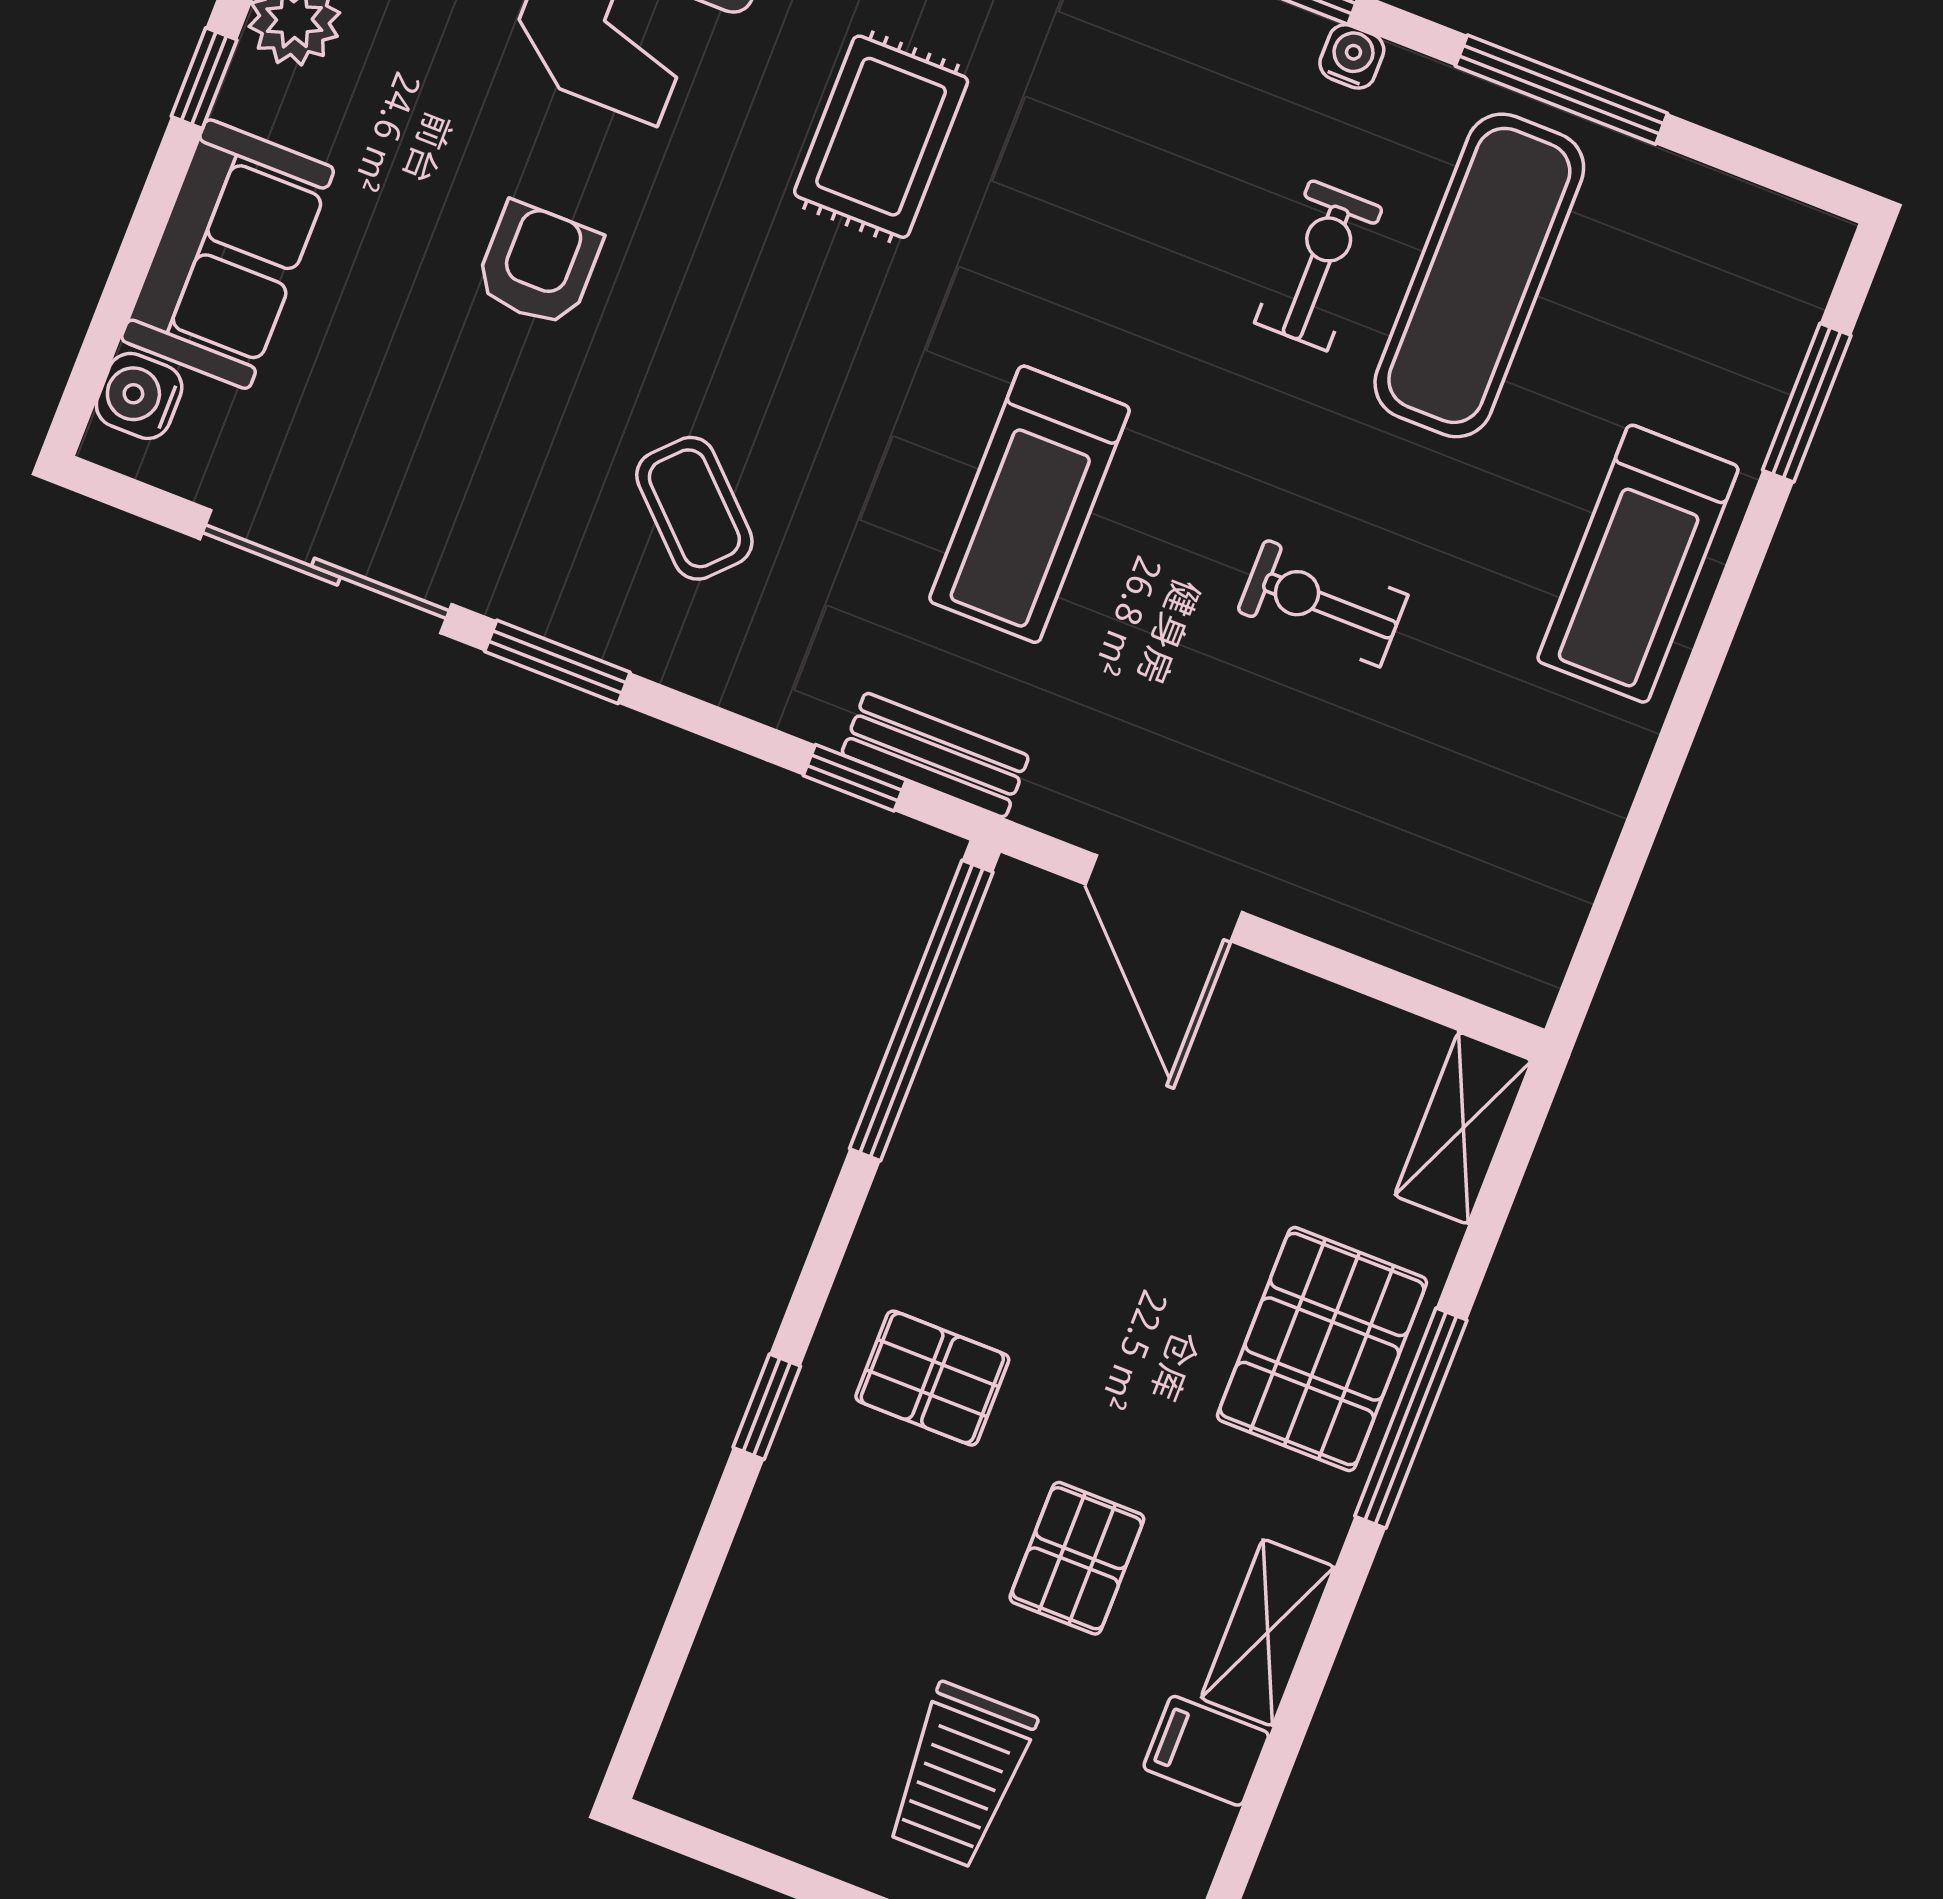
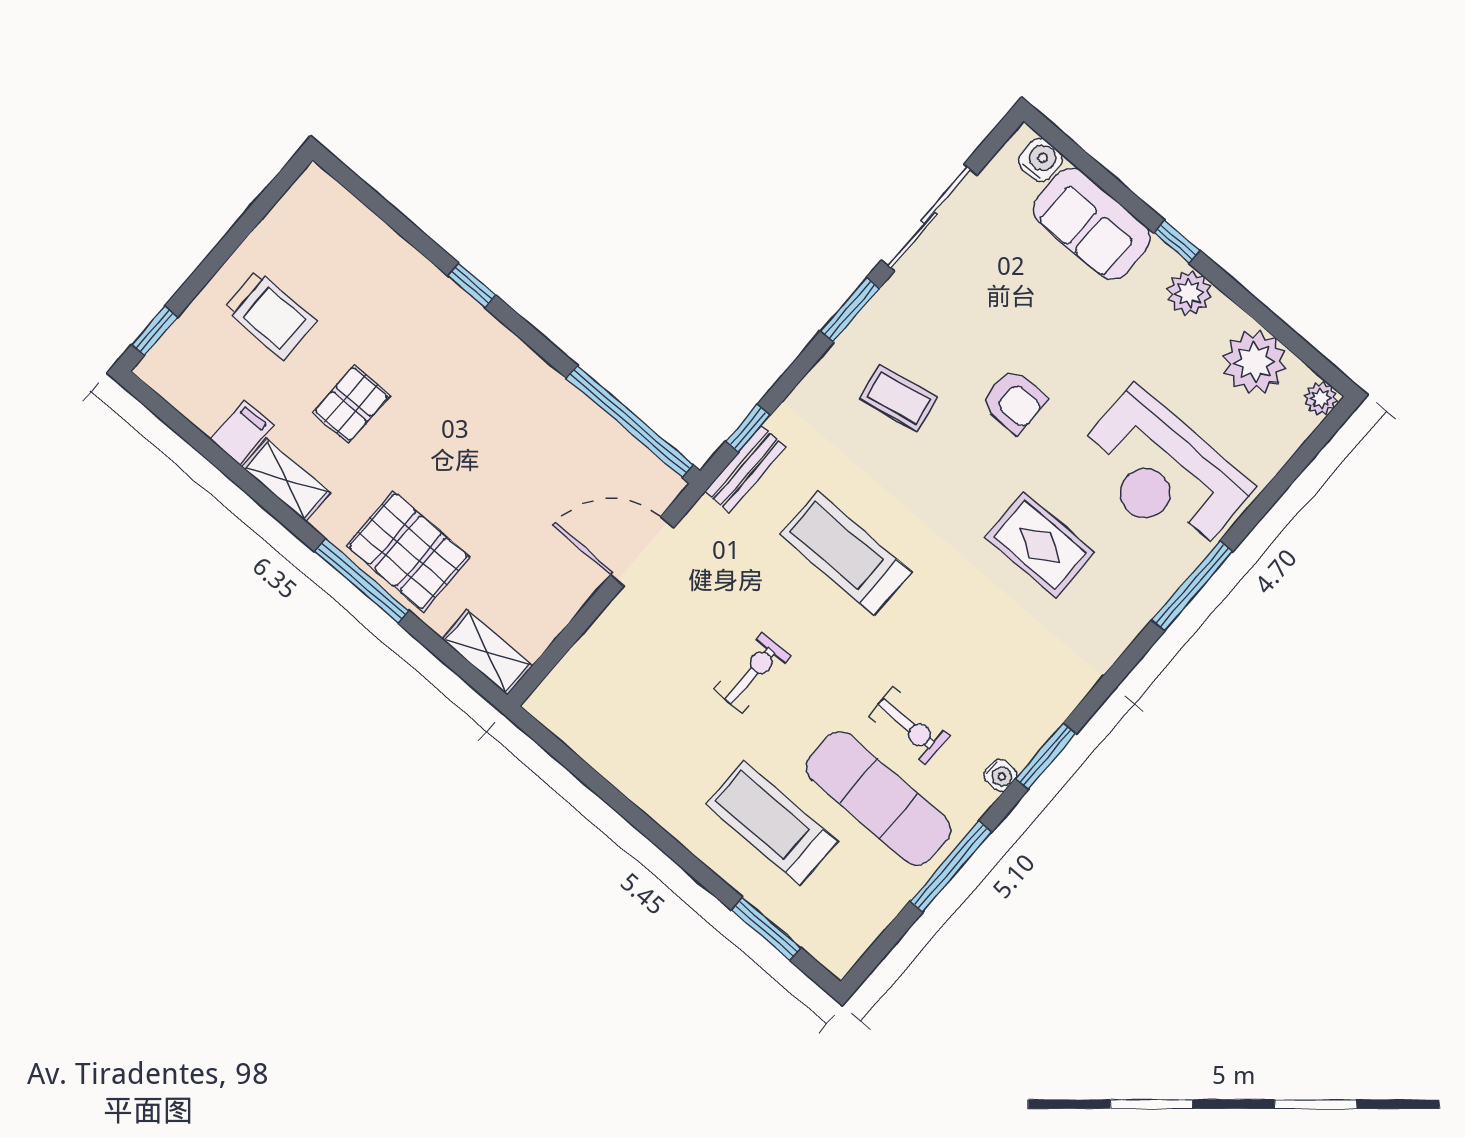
armchair: (538, 265) -> (1014, 401), moved
coffee table: (694, 508) -> (898, 398), turned 35
treadmill: (1638, 564) -> (772, 823), moved
pallet: (932, 1378) -> (458, 367), removed
pallet: (1077, 1558) -> (351, 404), turned 90
trolley: (960, 1775) -> (270, 315), turned 180

